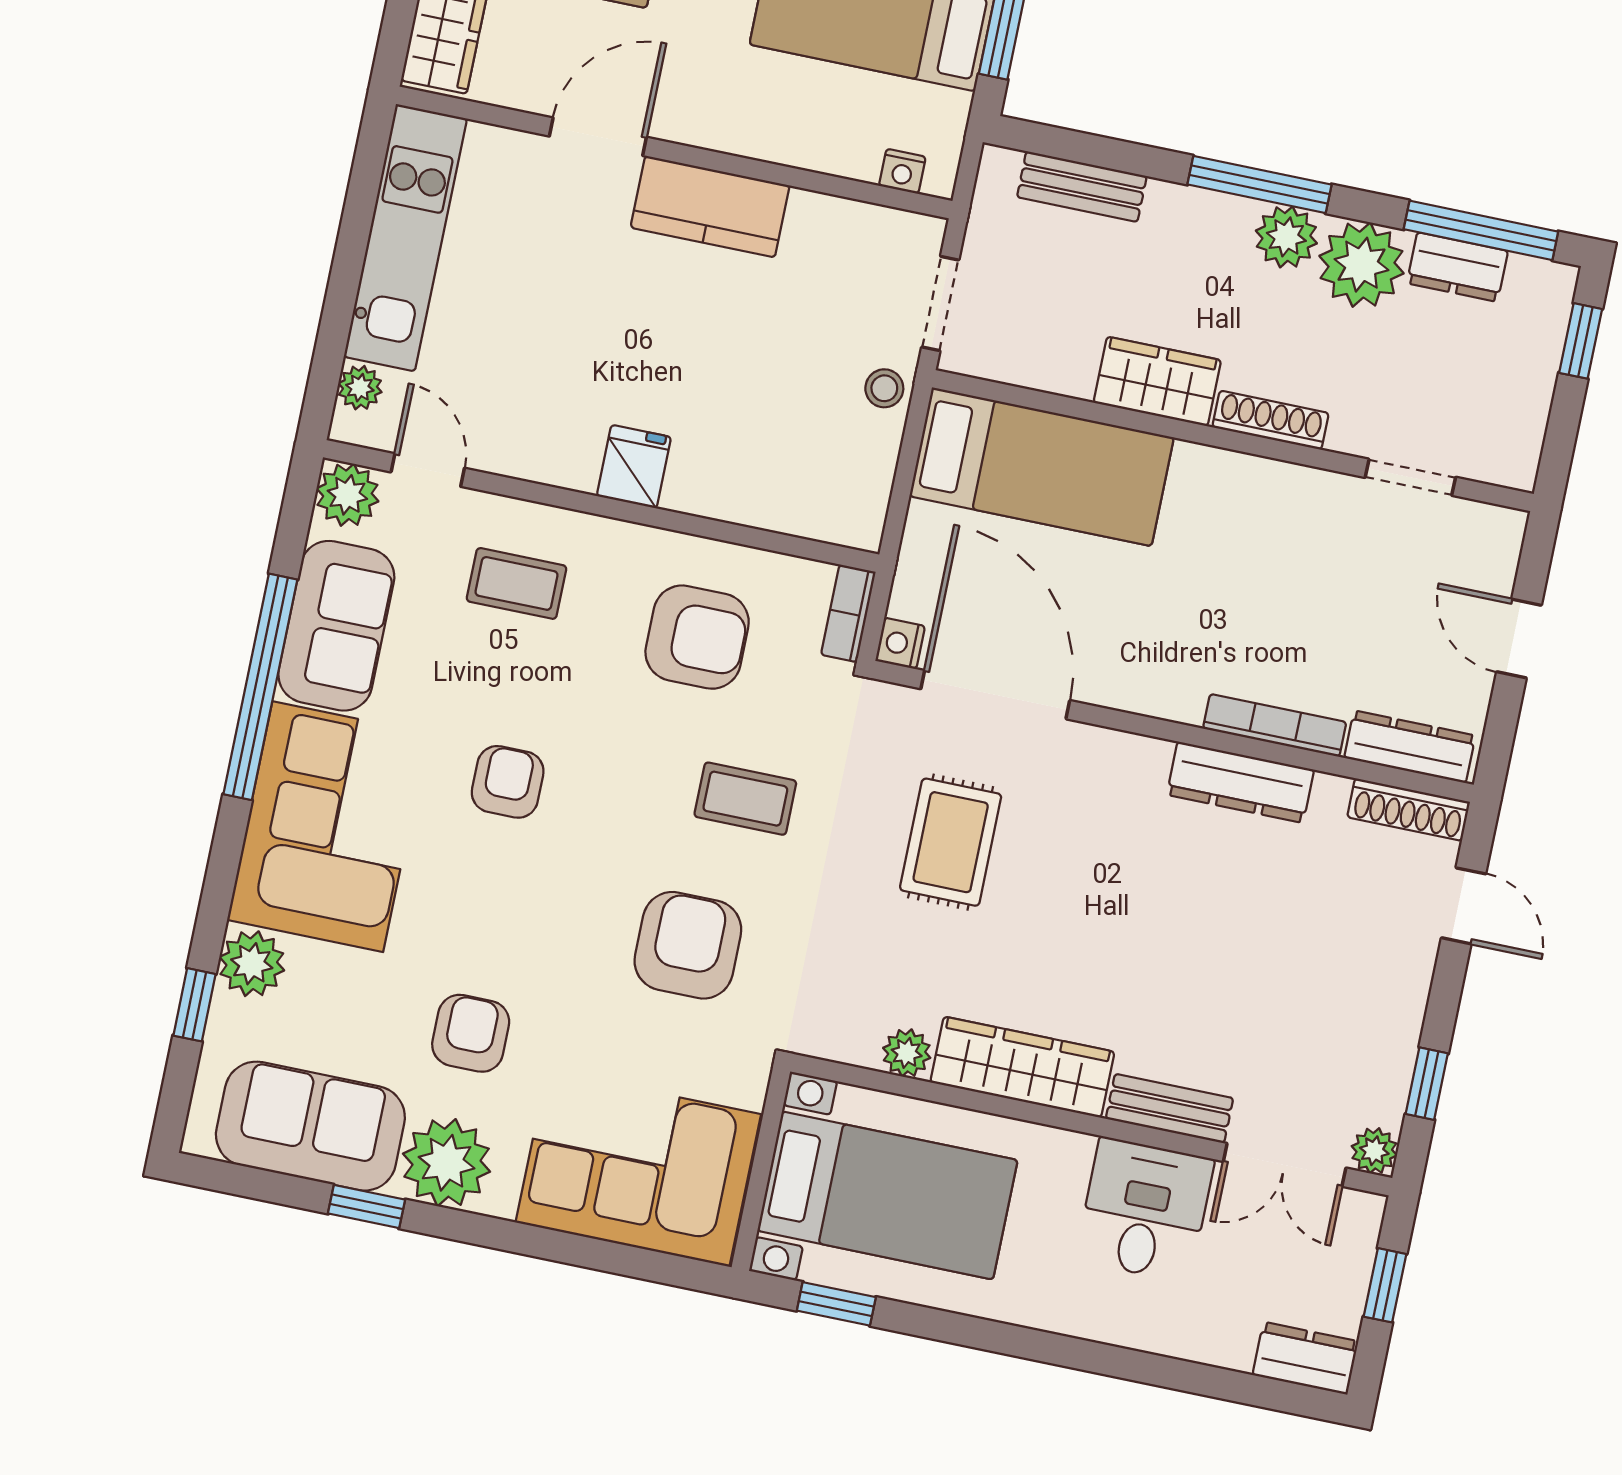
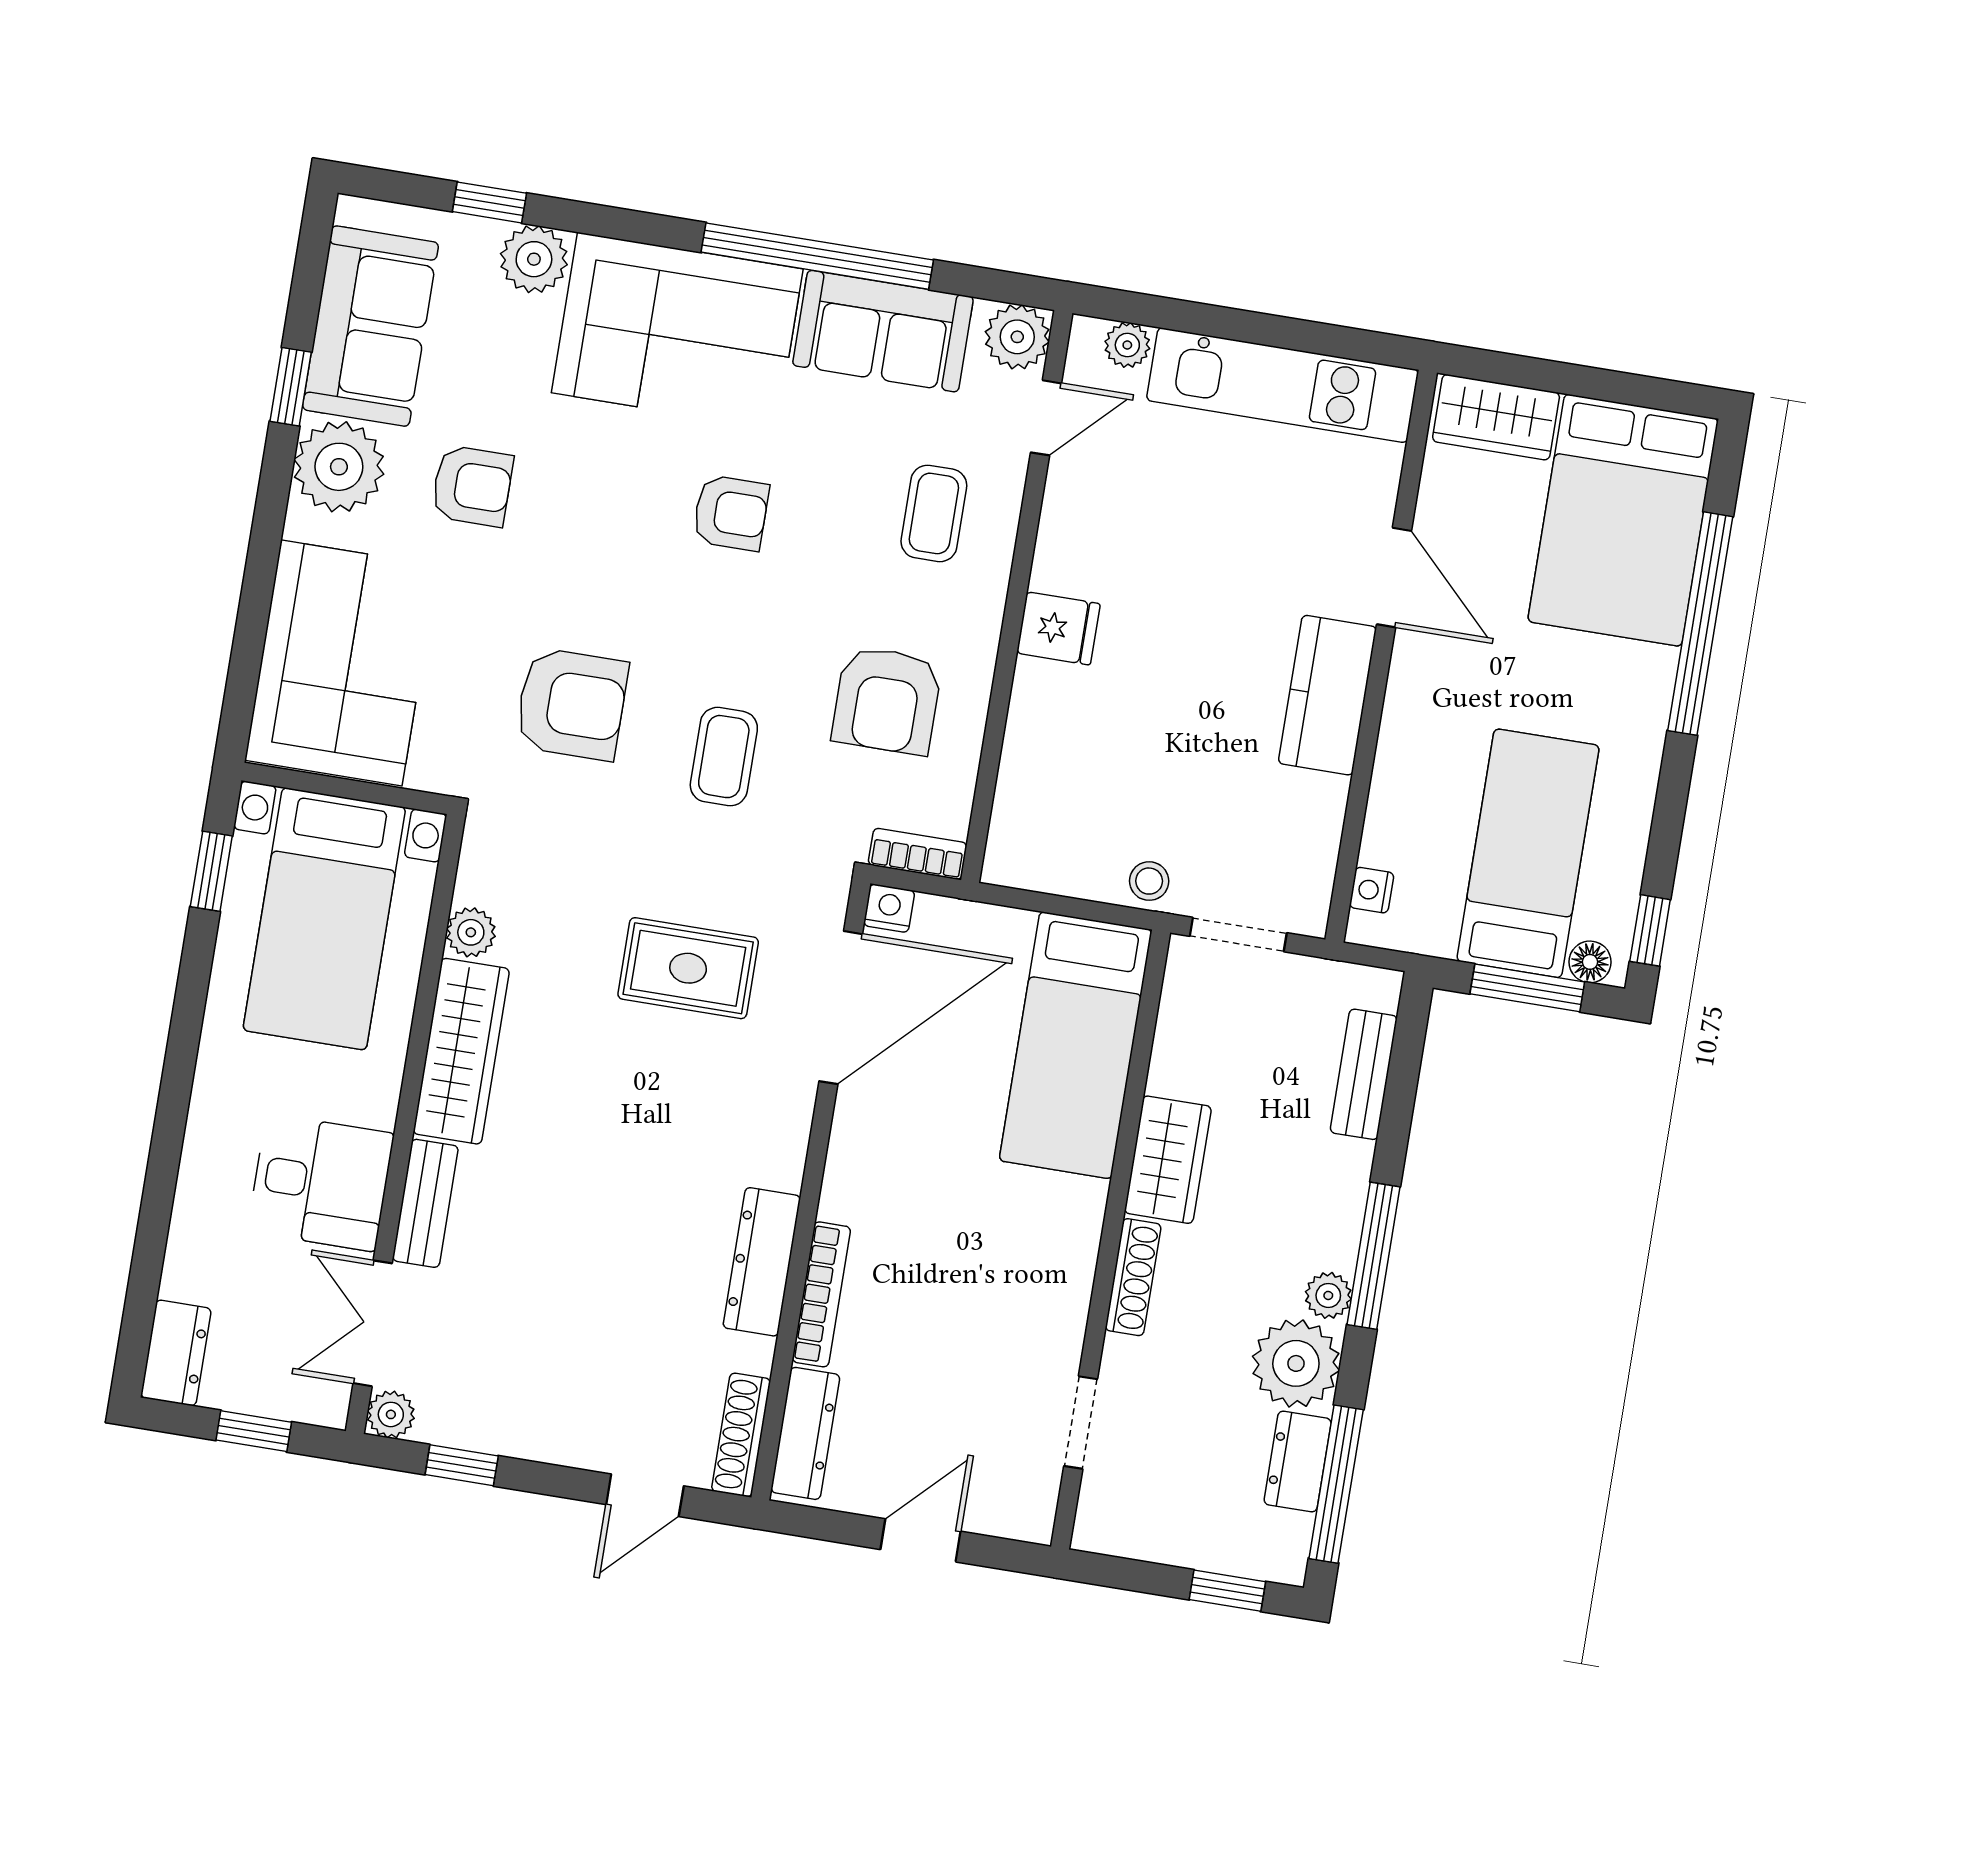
plant: (1286, 237) -> (1328, 1295), width x0.73, depth x0.73

